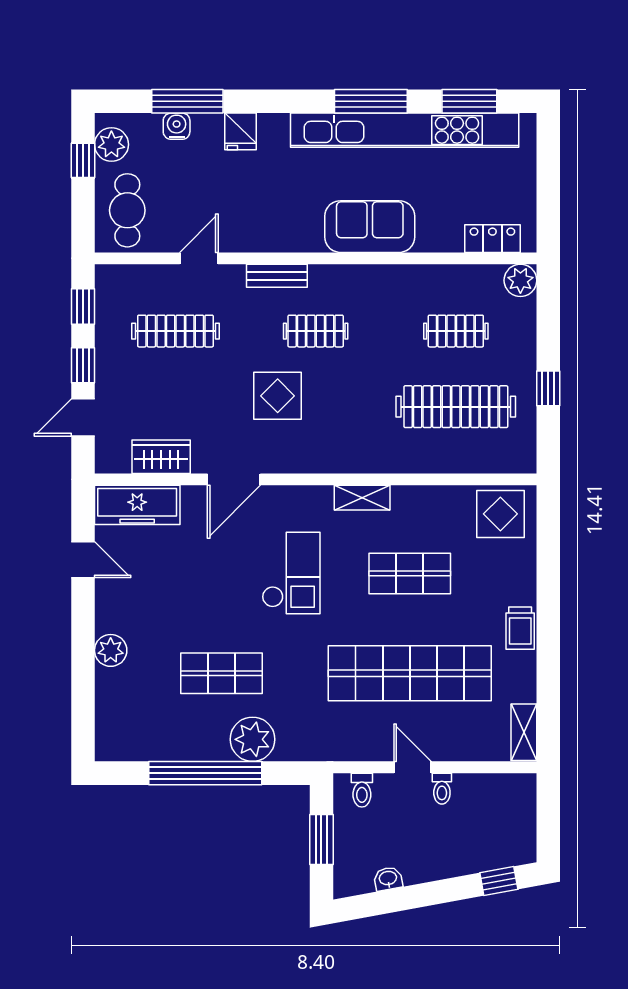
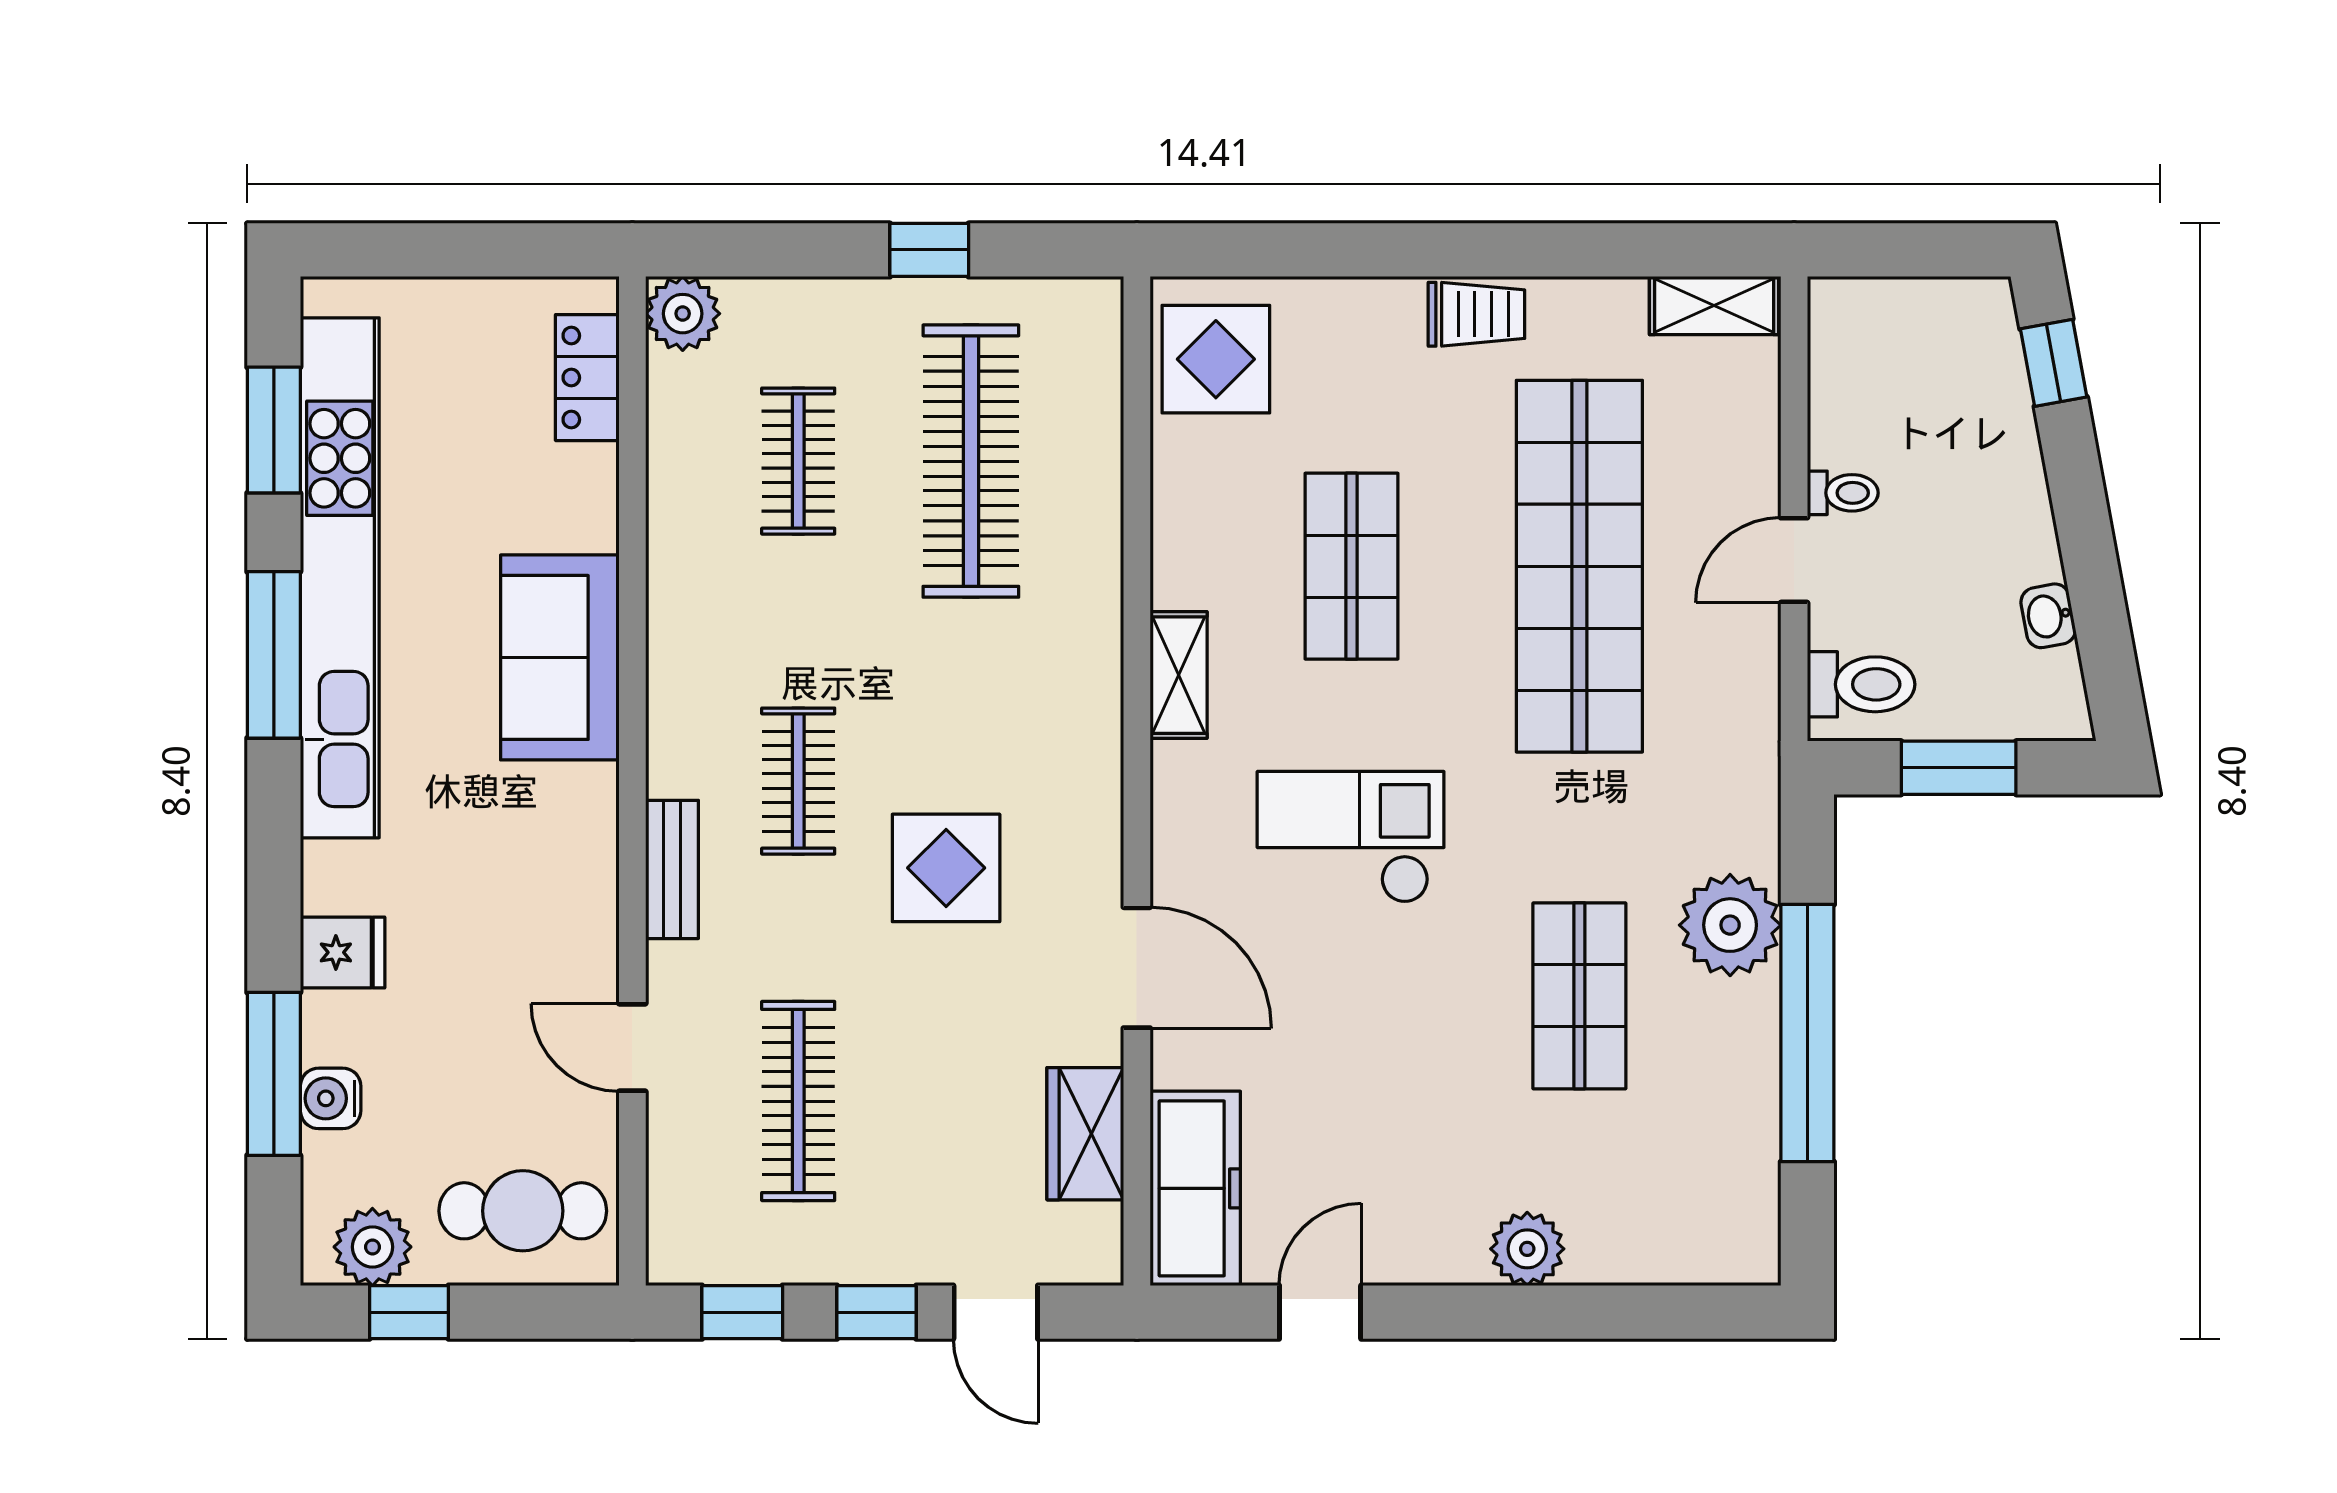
toilet: (362, 790) -> (1861, 684), width x1.37, depth x1.39

